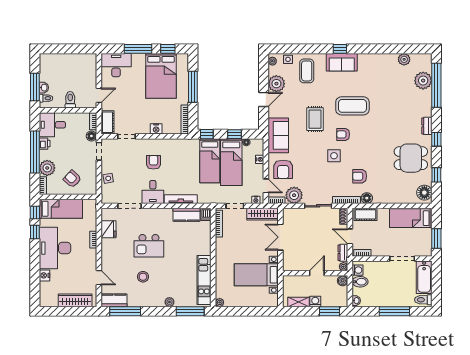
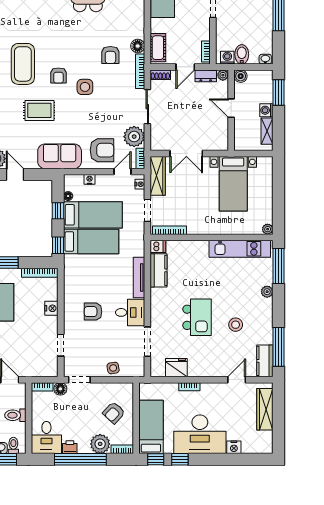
cot: (107, 122) -> (43, 369), removed

